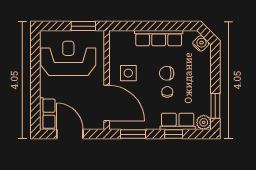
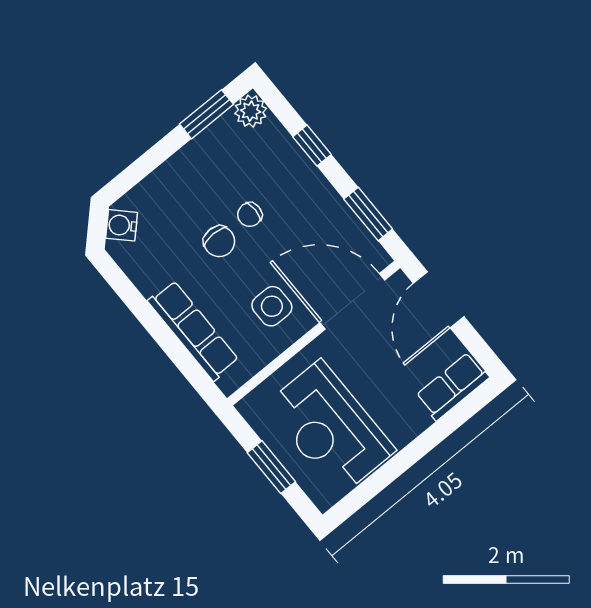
window: (83, 26) -> (271, 467), moved
row of seats: (159, 38) -> (193, 331), moved
door: (107, 103) -> (352, 301), hinge flipped
row of seats: (178, 121) -> (285, 156), removed
door: (70, 134) -> (439, 300), moved

